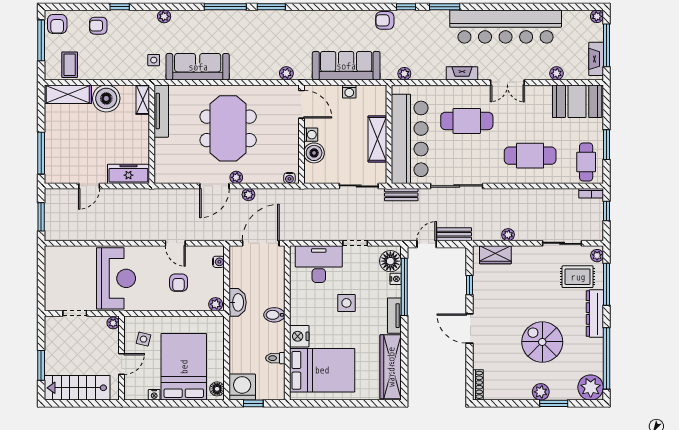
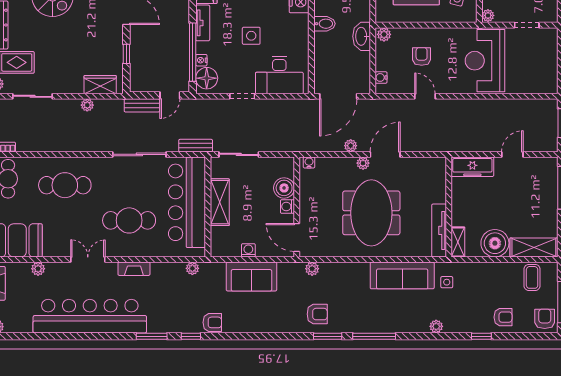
armchair: (281, 29) -> (317, 314), added
sofa: (346, 66) -> (251, 276), width x0.73

